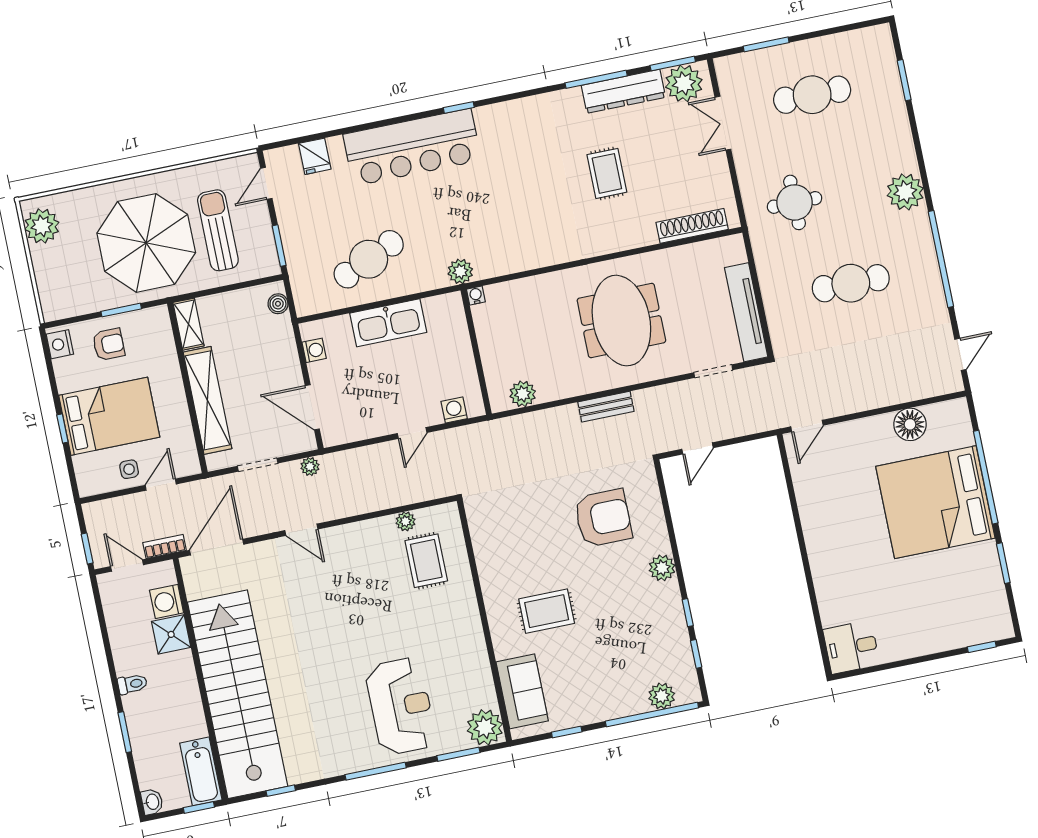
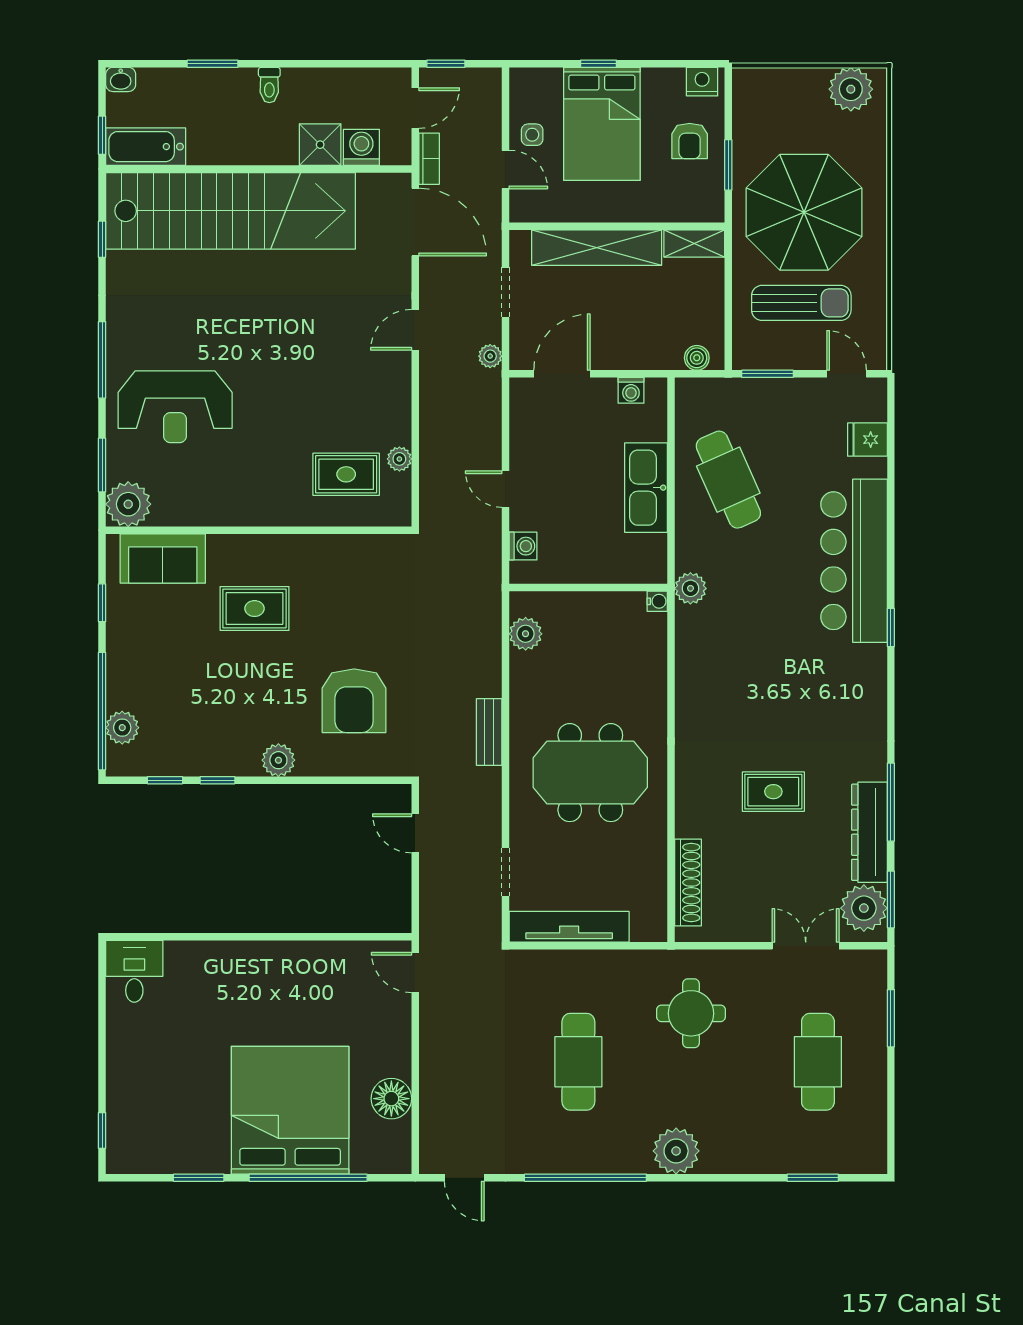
rug: (547, 611) -> (254, 609), turned 90

